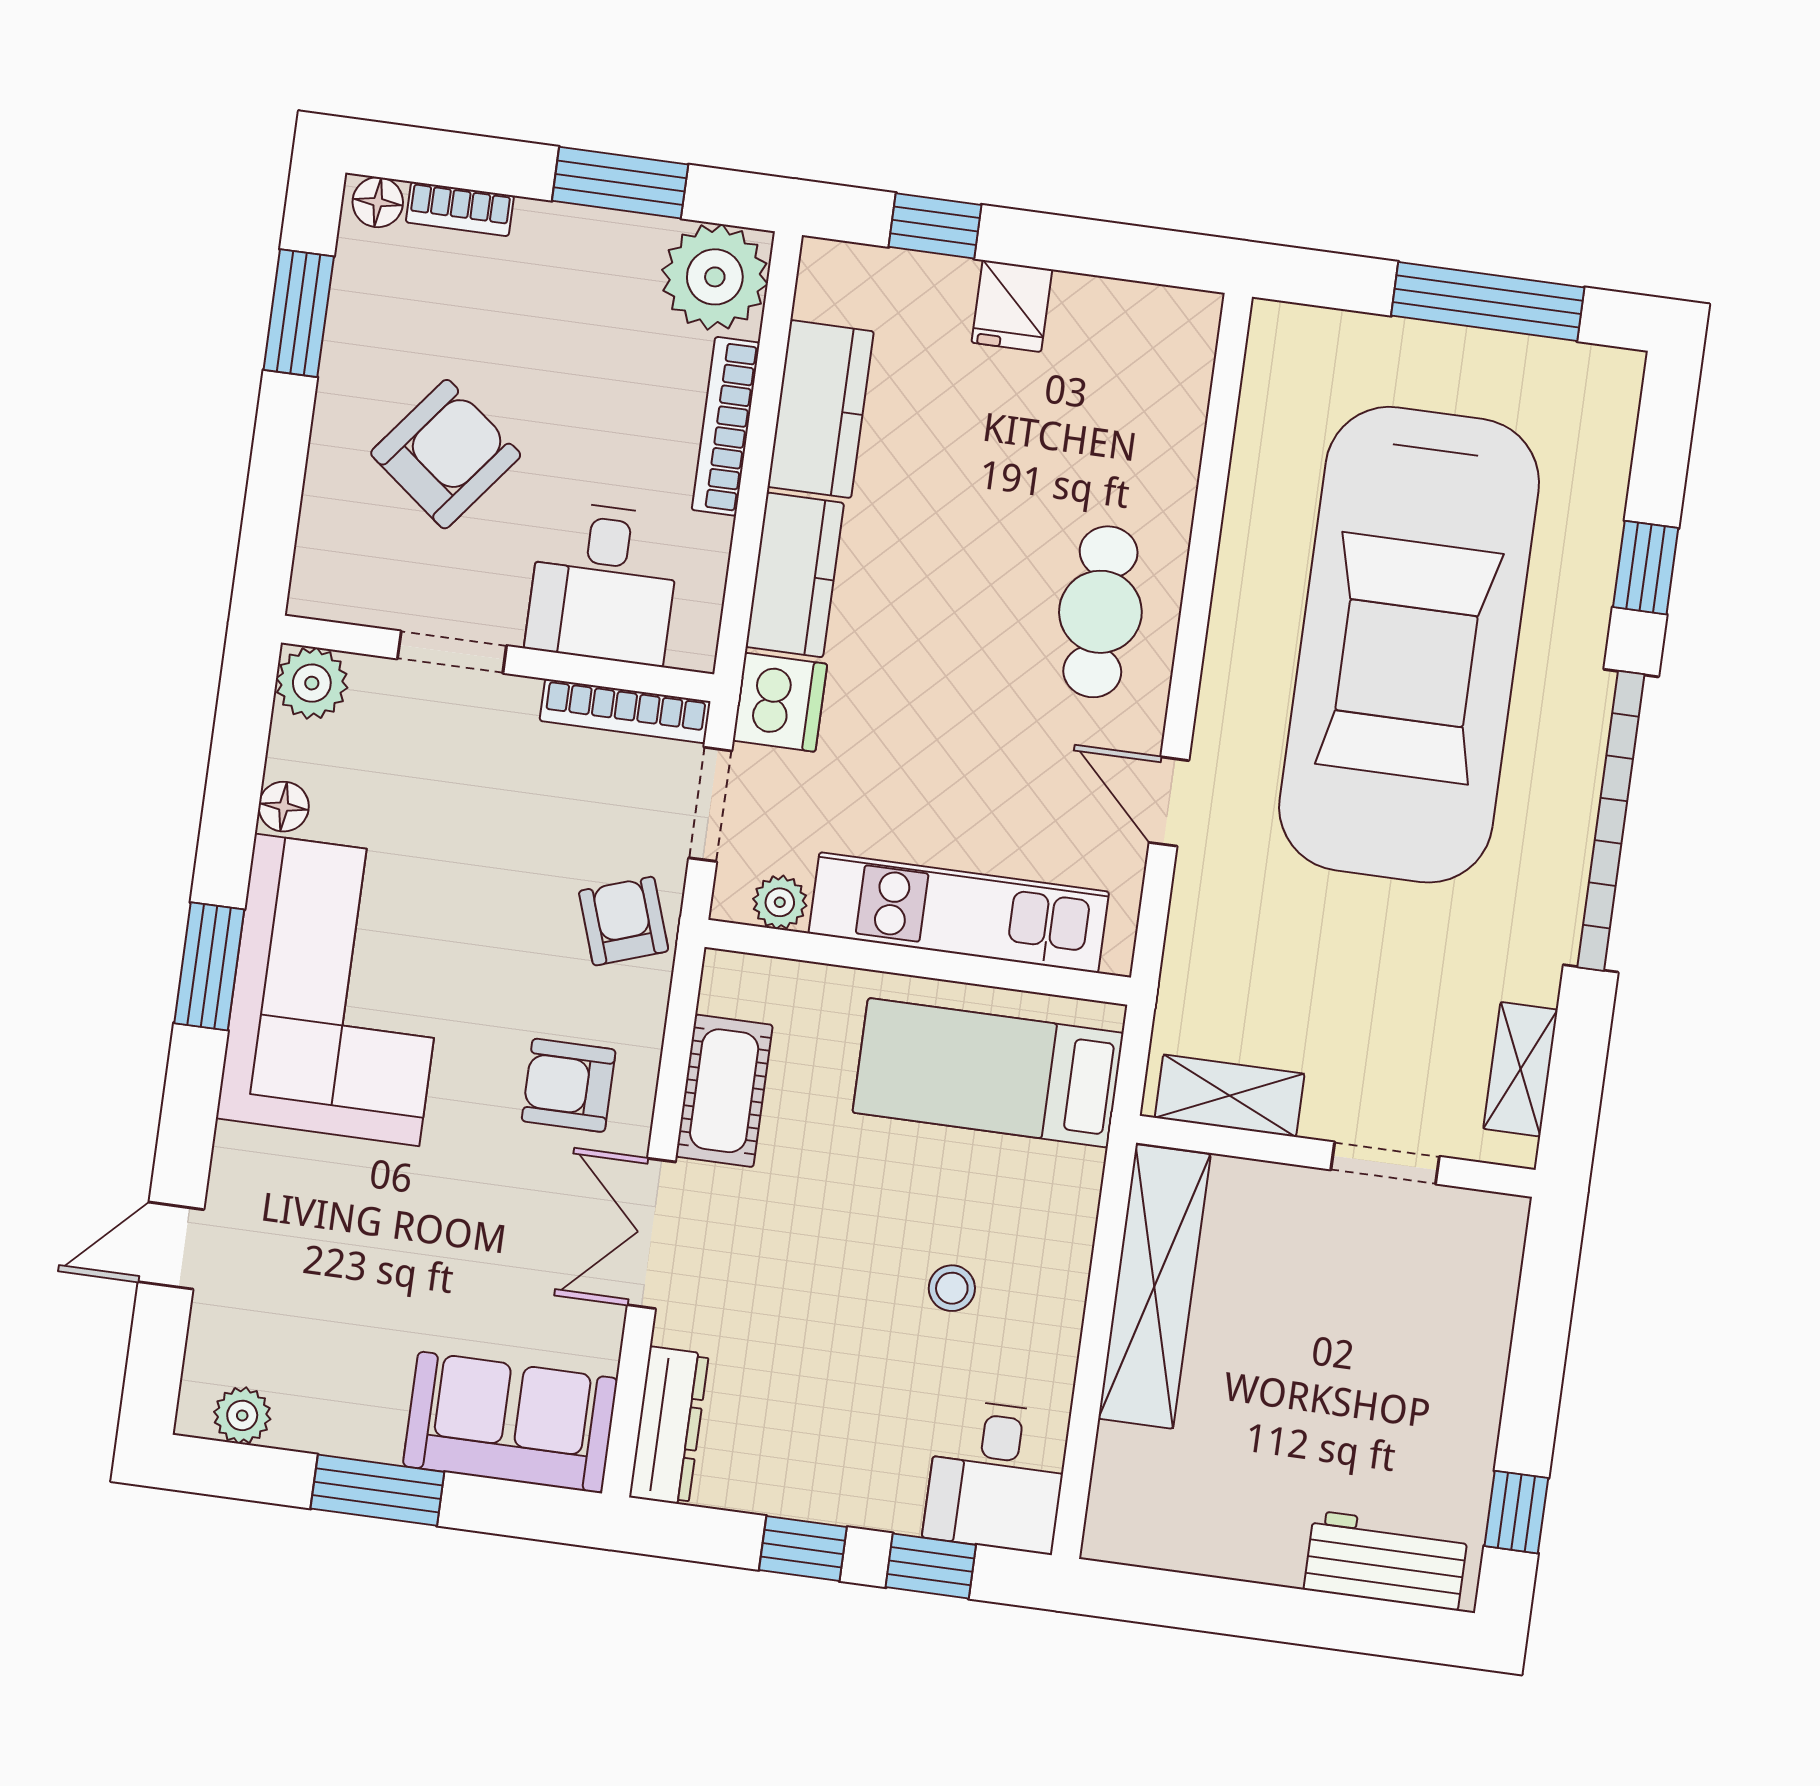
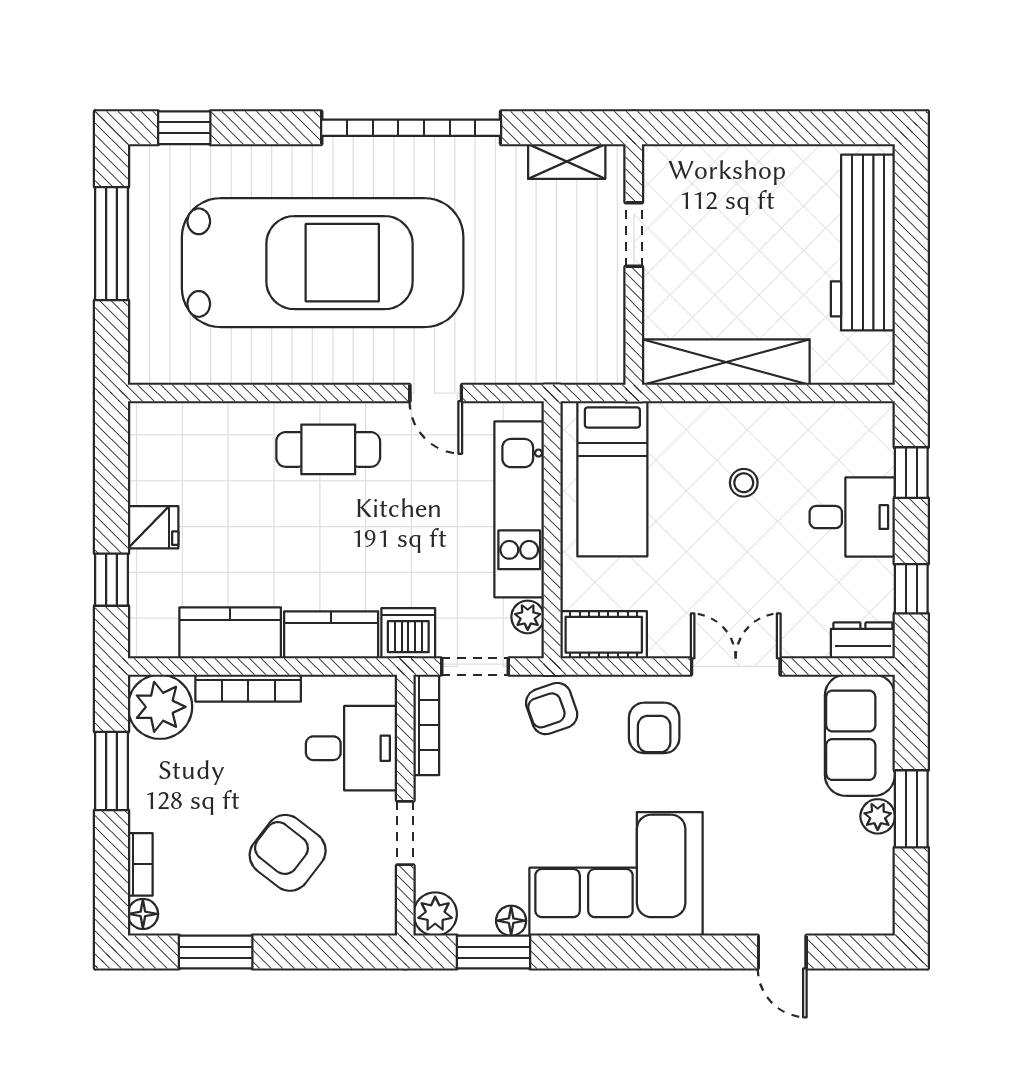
window: (1646, 568) -> (184, 128), moved
door: (1169, 802) -> (436, 393), hinge flipped
window: (209, 966) -> (494, 952), moved
cot: (724, 1091) -> (604, 635), moved
shelving: (1230, 1096) -> (606, 333), removed
double door: (651, 1233) -> (736, 666), swing flipped
plant: (242, 1415) -> (878, 816), moved
dresser: (669, 1426) -> (863, 640), width x0.70
desk: (997, 1476) -> (852, 517), moved
window: (1516, 1512) -> (831, 128), removed
window: (803, 1548) -> (911, 589), moved
workbench: (1386, 1560) -> (863, 243), width x1.88, depth x1.32

